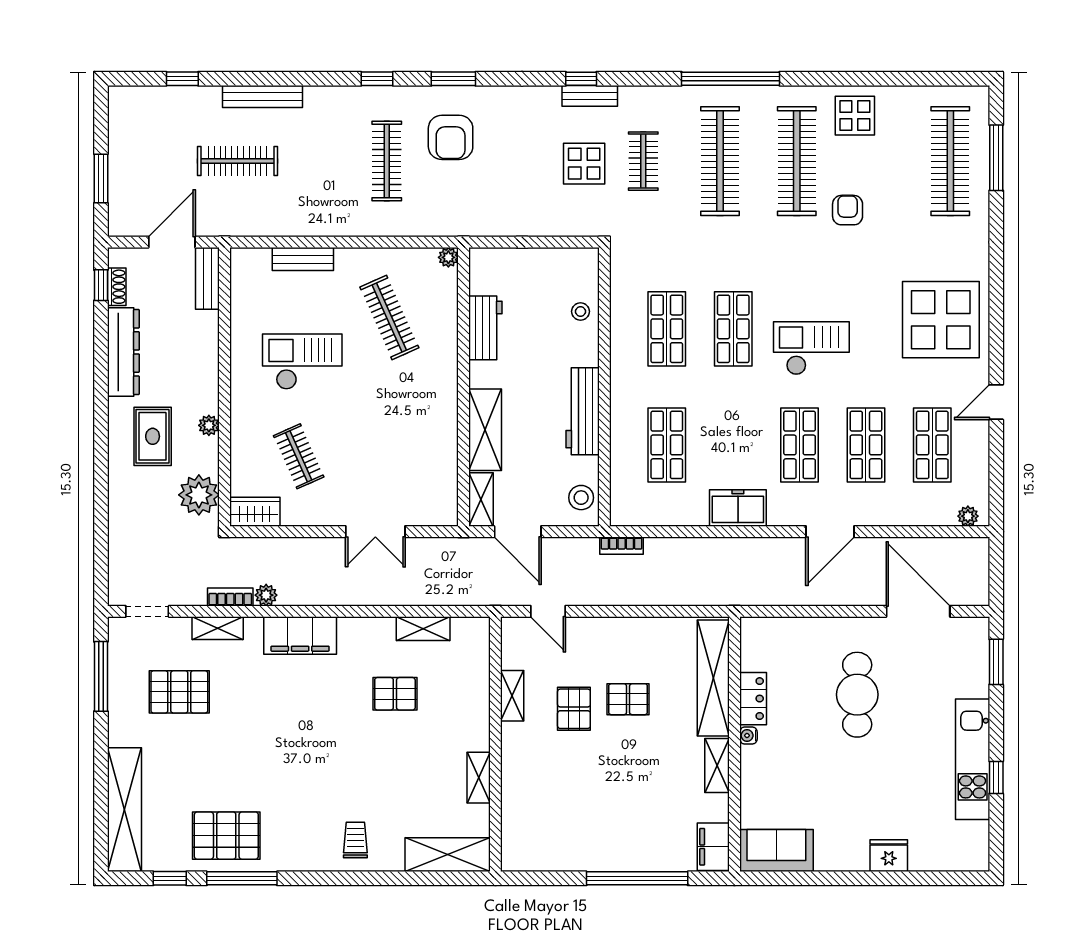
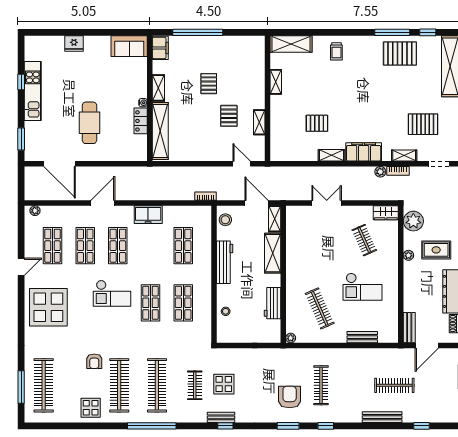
rug: (153, 436) -> (436, 250), turned 90
shelving: (423, 629) -> (332, 155), moved
pallet: (628, 699) -> (209, 84), moved, turned 90

